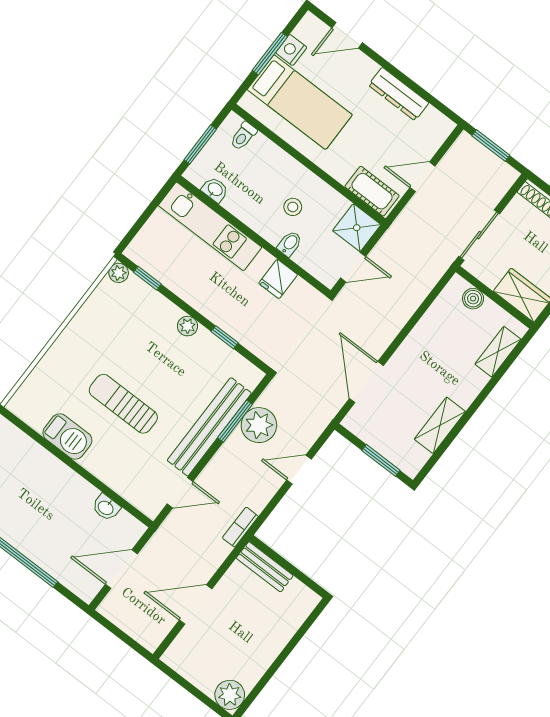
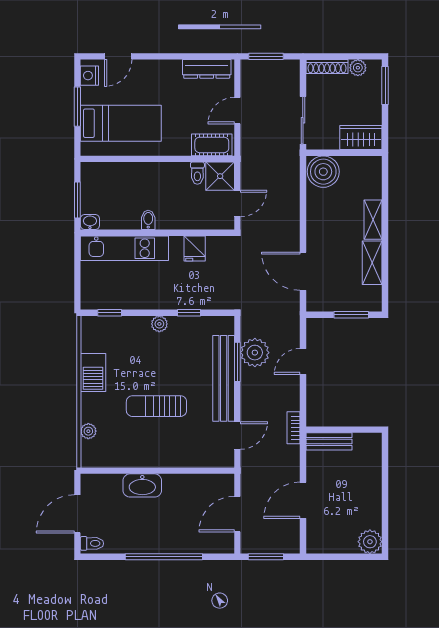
nightstand: (291, 50) -> (89, 76), moved
dresser: (399, 94) -> (207, 69), moved
toilet: (243, 136) -> (197, 173), moved
washbasin: (215, 190) -> (90, 222), moved
stool: (293, 207) -> (168, 195), removed
bidet: (290, 244) -> (148, 220), moved
plant: (119, 273) -> (88, 431), moved
boiler: (473, 299) -> (323, 172), width x1.86, depth x1.86
shelving: (498, 352) -> (373, 220), moved
barbecue: (67, 436) -> (93, 373), moved, turned 90
washbasin: (106, 507) -> (142, 485), moved, width x1.91, depth x1.45
window: (117, 632) -> (266, 557), added

